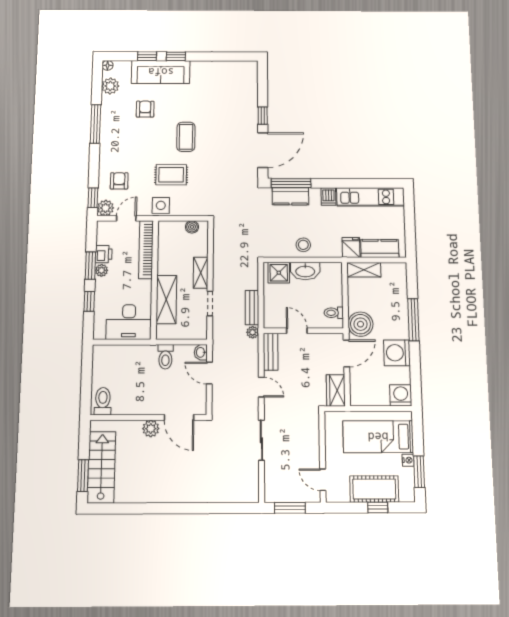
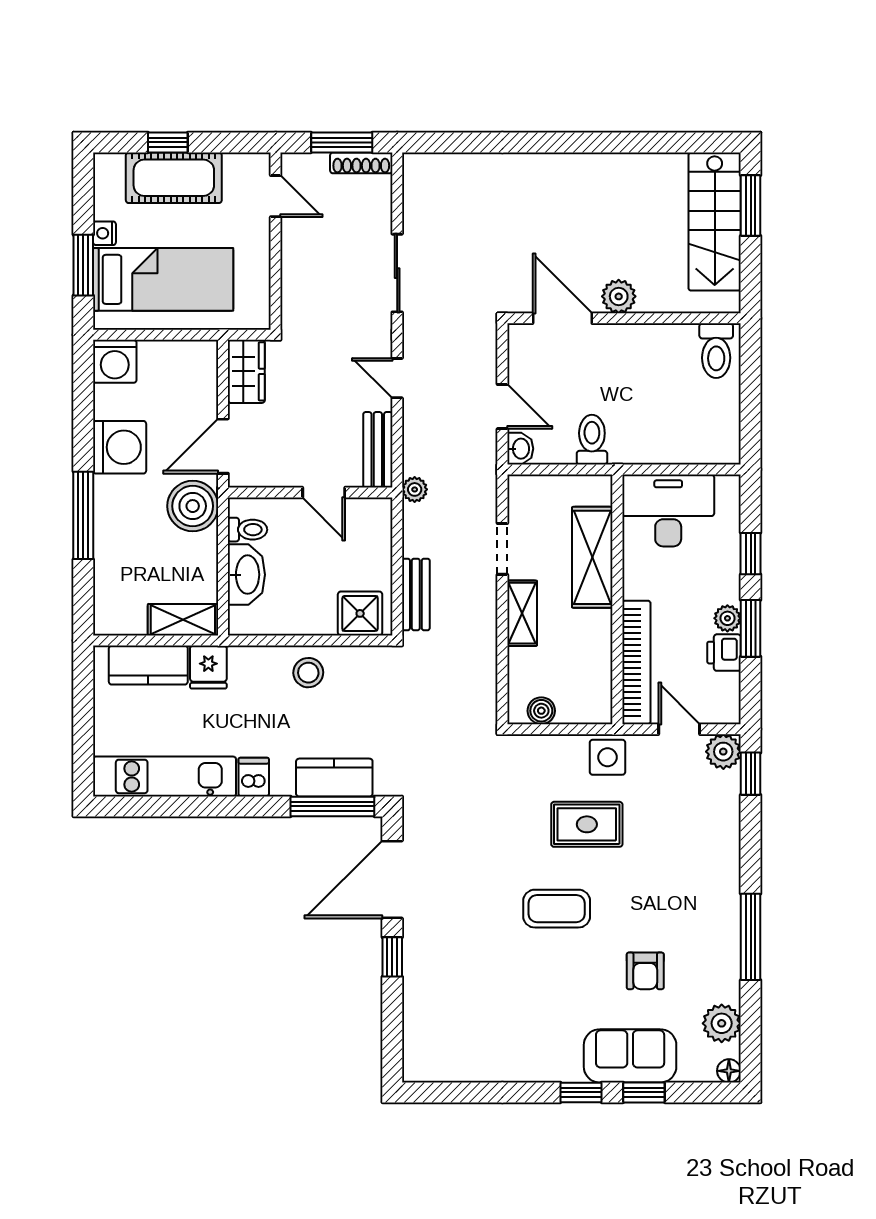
sofa: (161, 72) -> (630, 1056), width x0.73
coffee table: (186, 137) -> (557, 909), turned 90
armchair: (119, 181) -> (696, 811), removed
door: (126, 218) -> (679, 729), swing flipped
washbasin: (305, 271) -> (246, 575), moved, turned 90
bench: (252, 308) -> (416, 594), moved
window: (419, 472) -> (83, 265), moved
shoe rack: (280, 497) -> (361, 163), added

